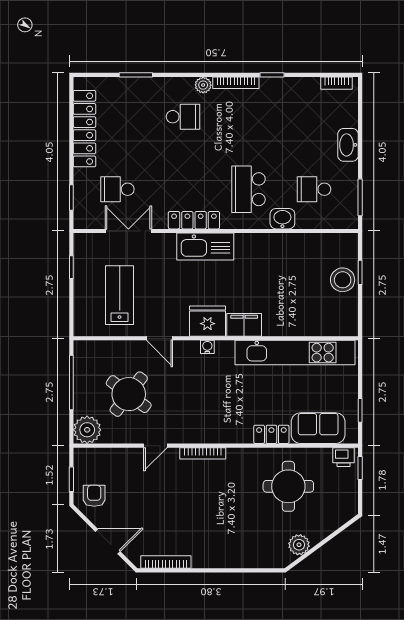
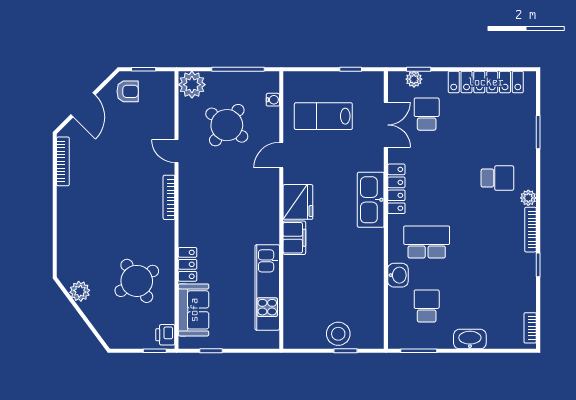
school desk: (183, 117) -> (497, 178), turned -90
plant: (82, 202) -> (414, 79), added
lab bench: (120, 295) -> (323, 116), turned 180
water cooler: (207, 347) -> (273, 100), moved
kitchen unit: (295, 353) -> (267, 287), width x0.73
round table: (288, 486) -> (137, 281), turned -32

